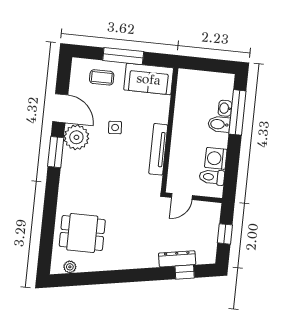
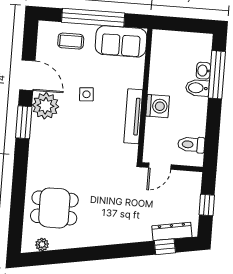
window: (123, 56) -> (93, 18), width x1.46
washing machine: (216, 158) -> (158, 106), moved, turned 180
dresser: (177, 259) -> (172, 231), moved

